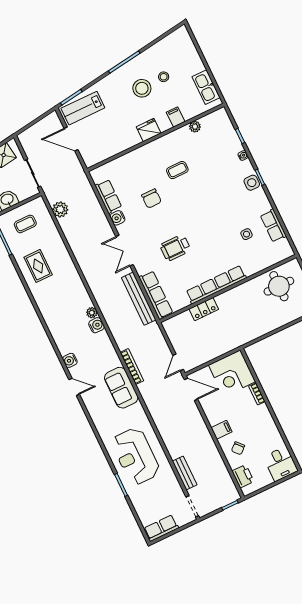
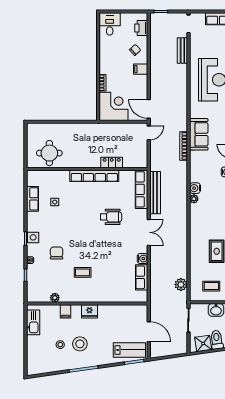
chair: (151, 199) -> (57, 253), moved

